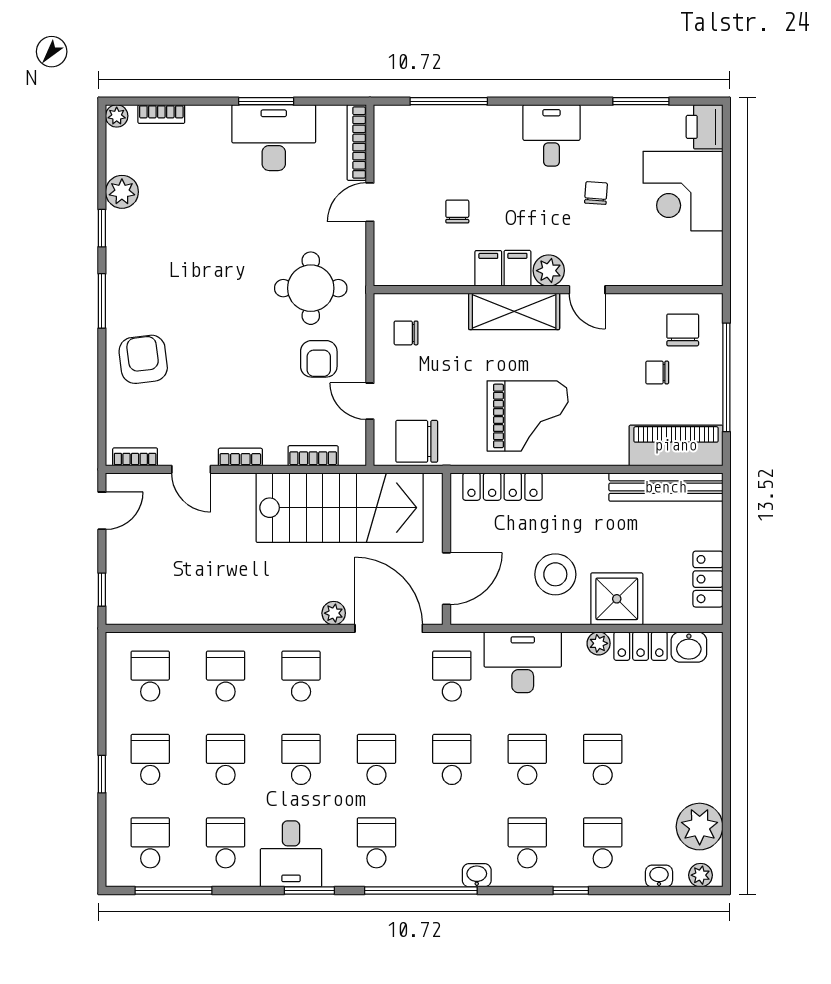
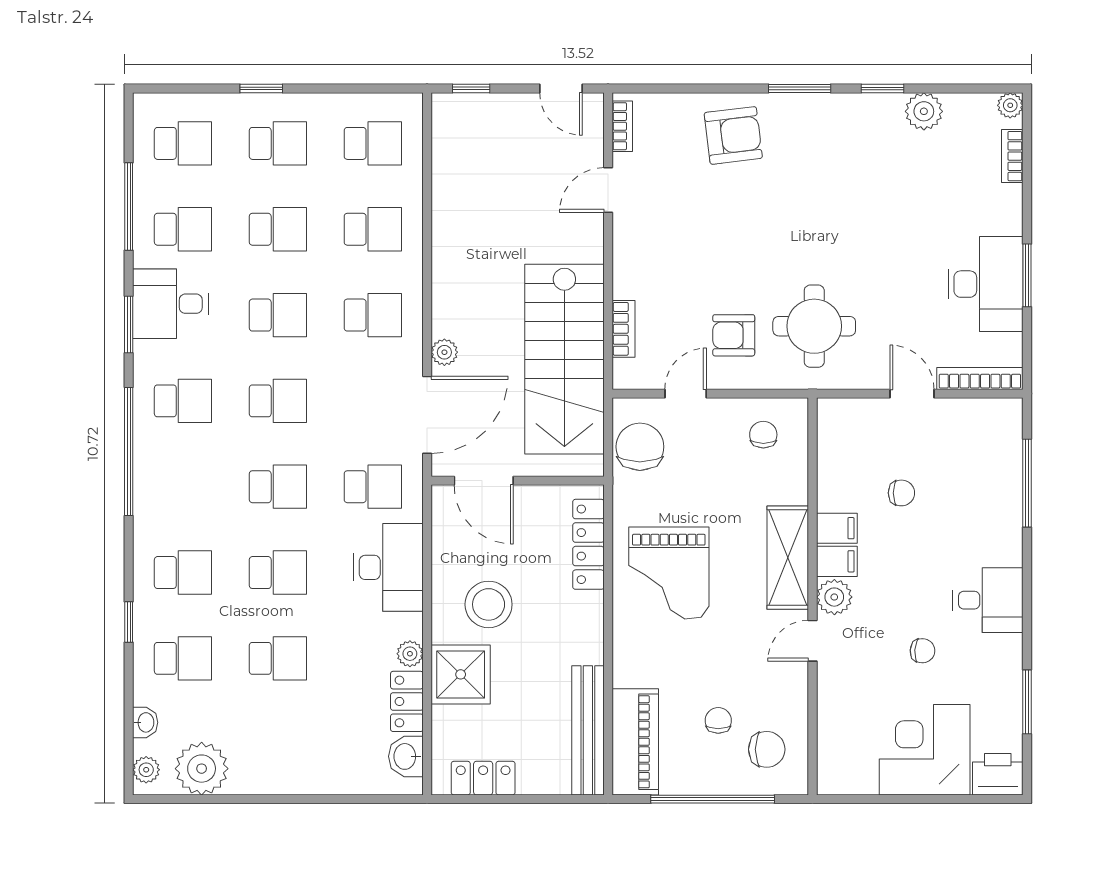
bookcase: (240, 457) -> (622, 246), removed
washbasin: (477, 875) -> (146, 515), removed
window: (173, 891) -> (129, 207), moved

